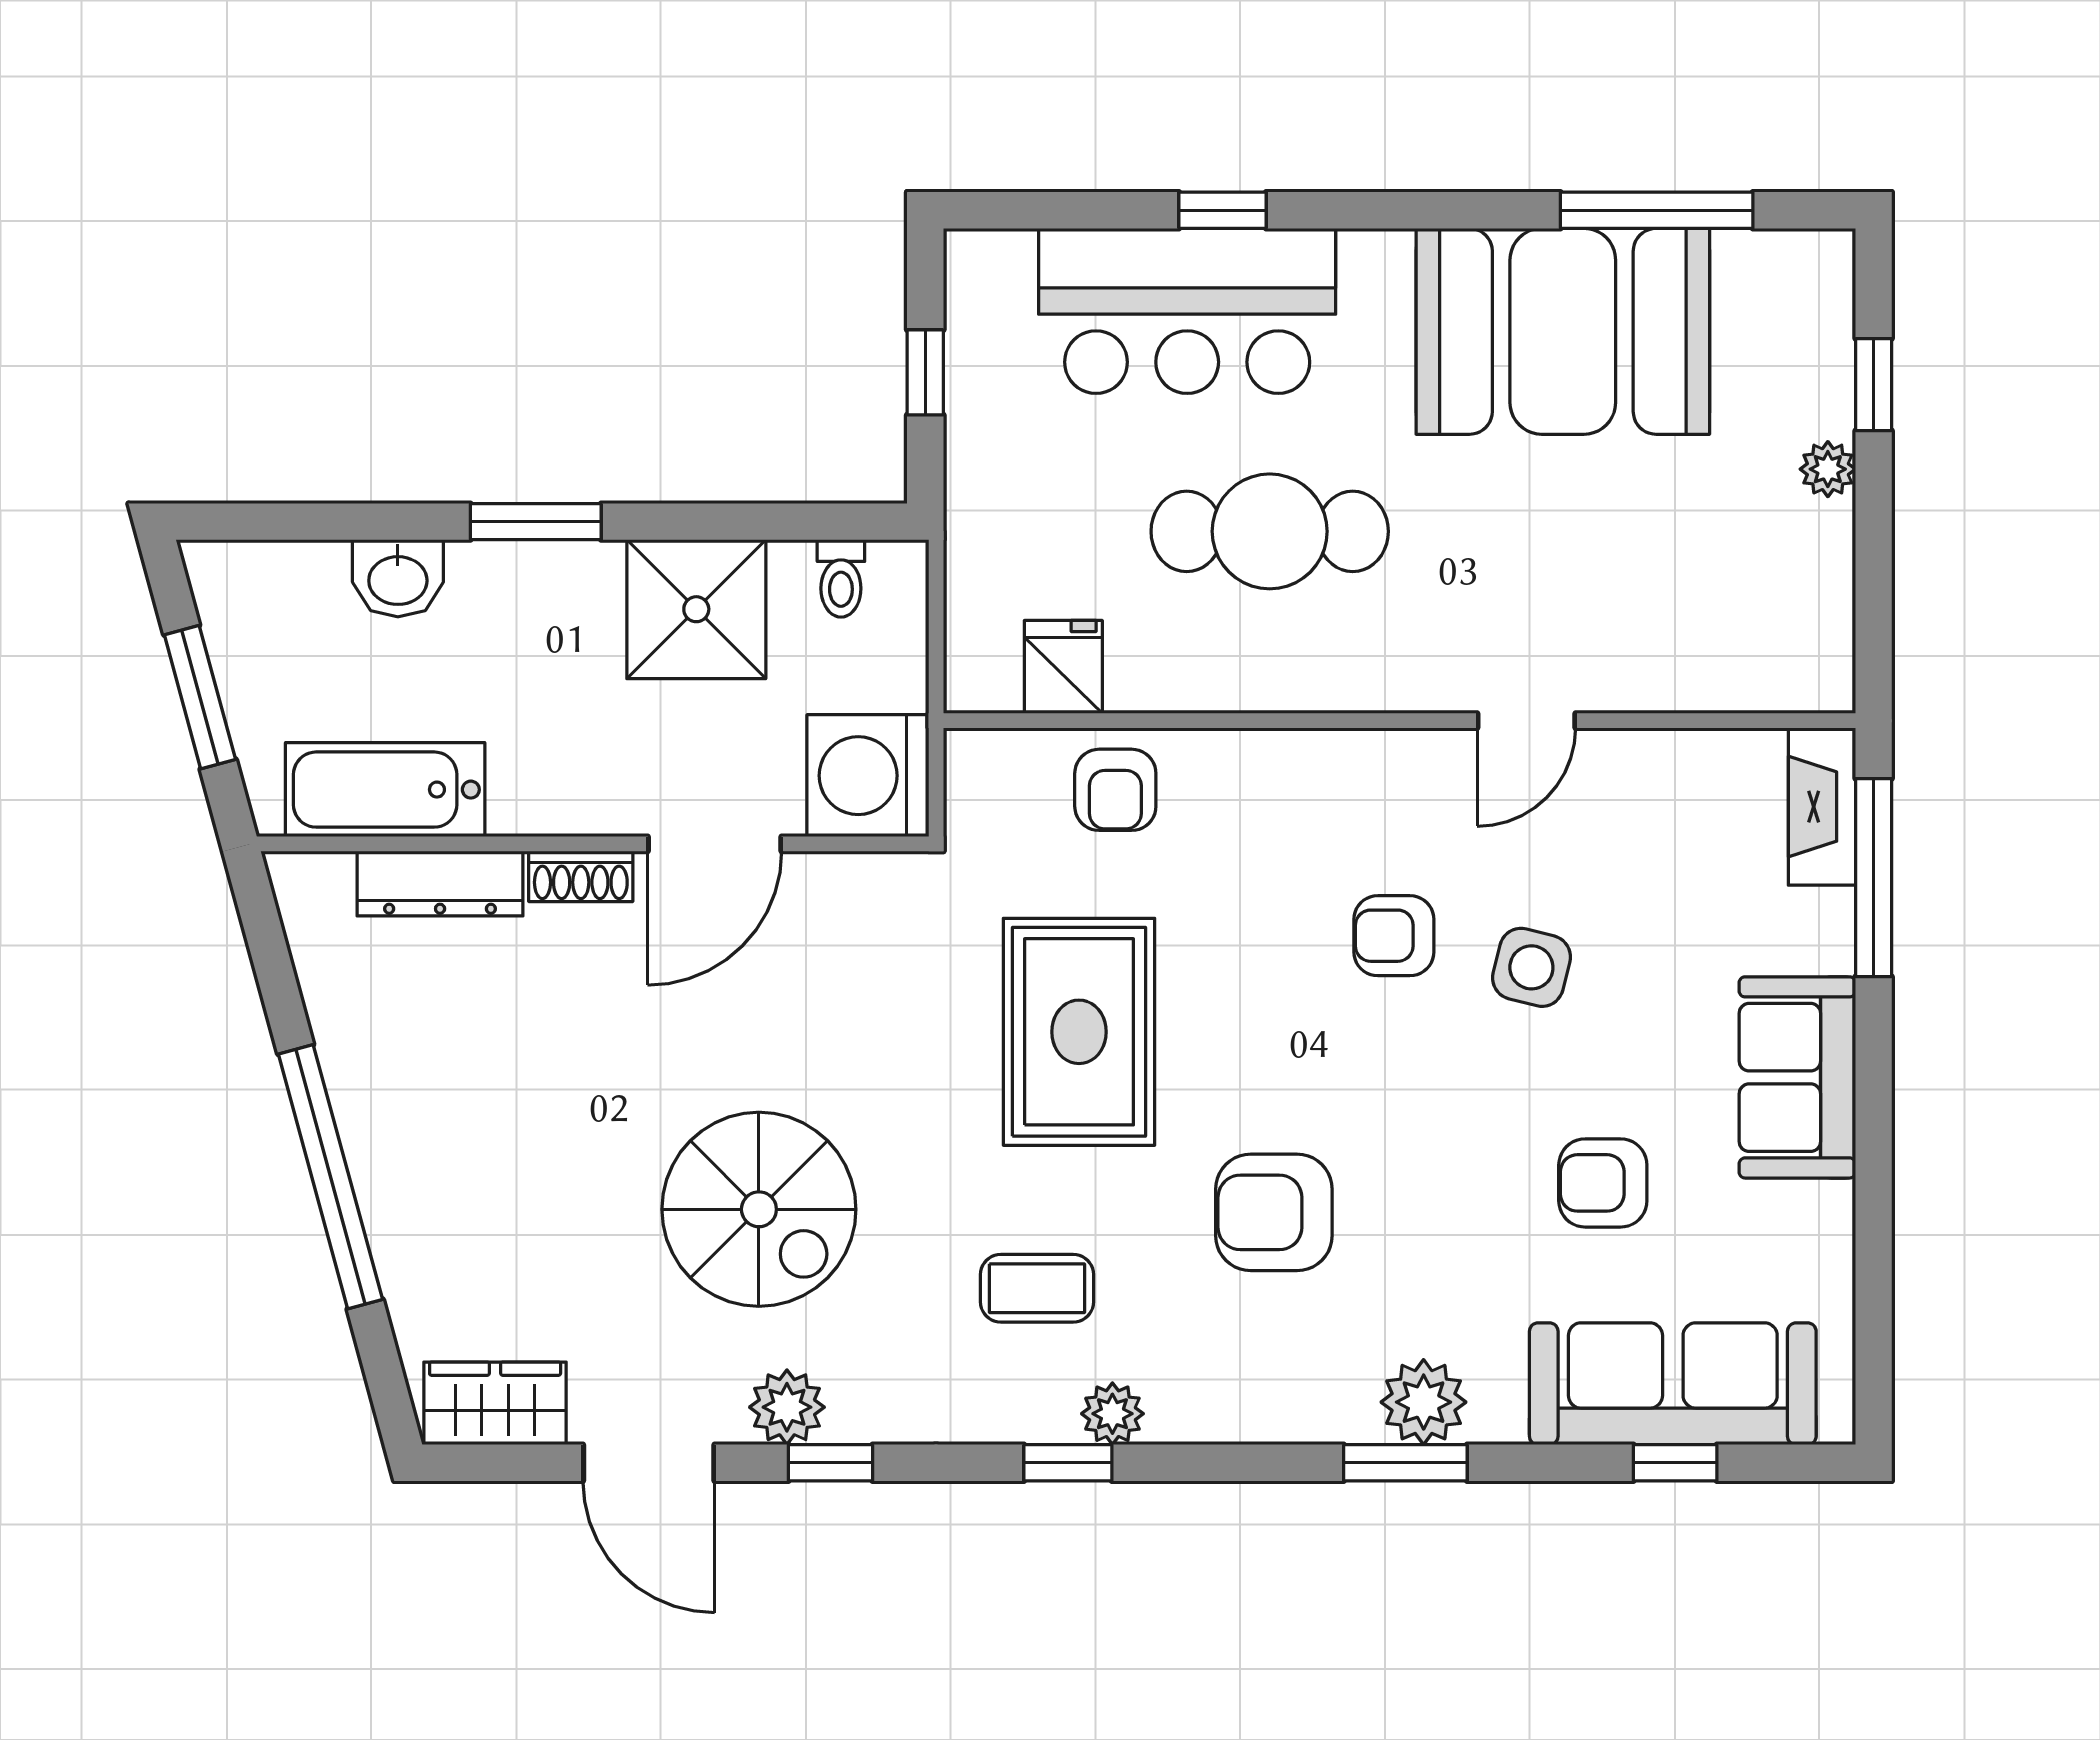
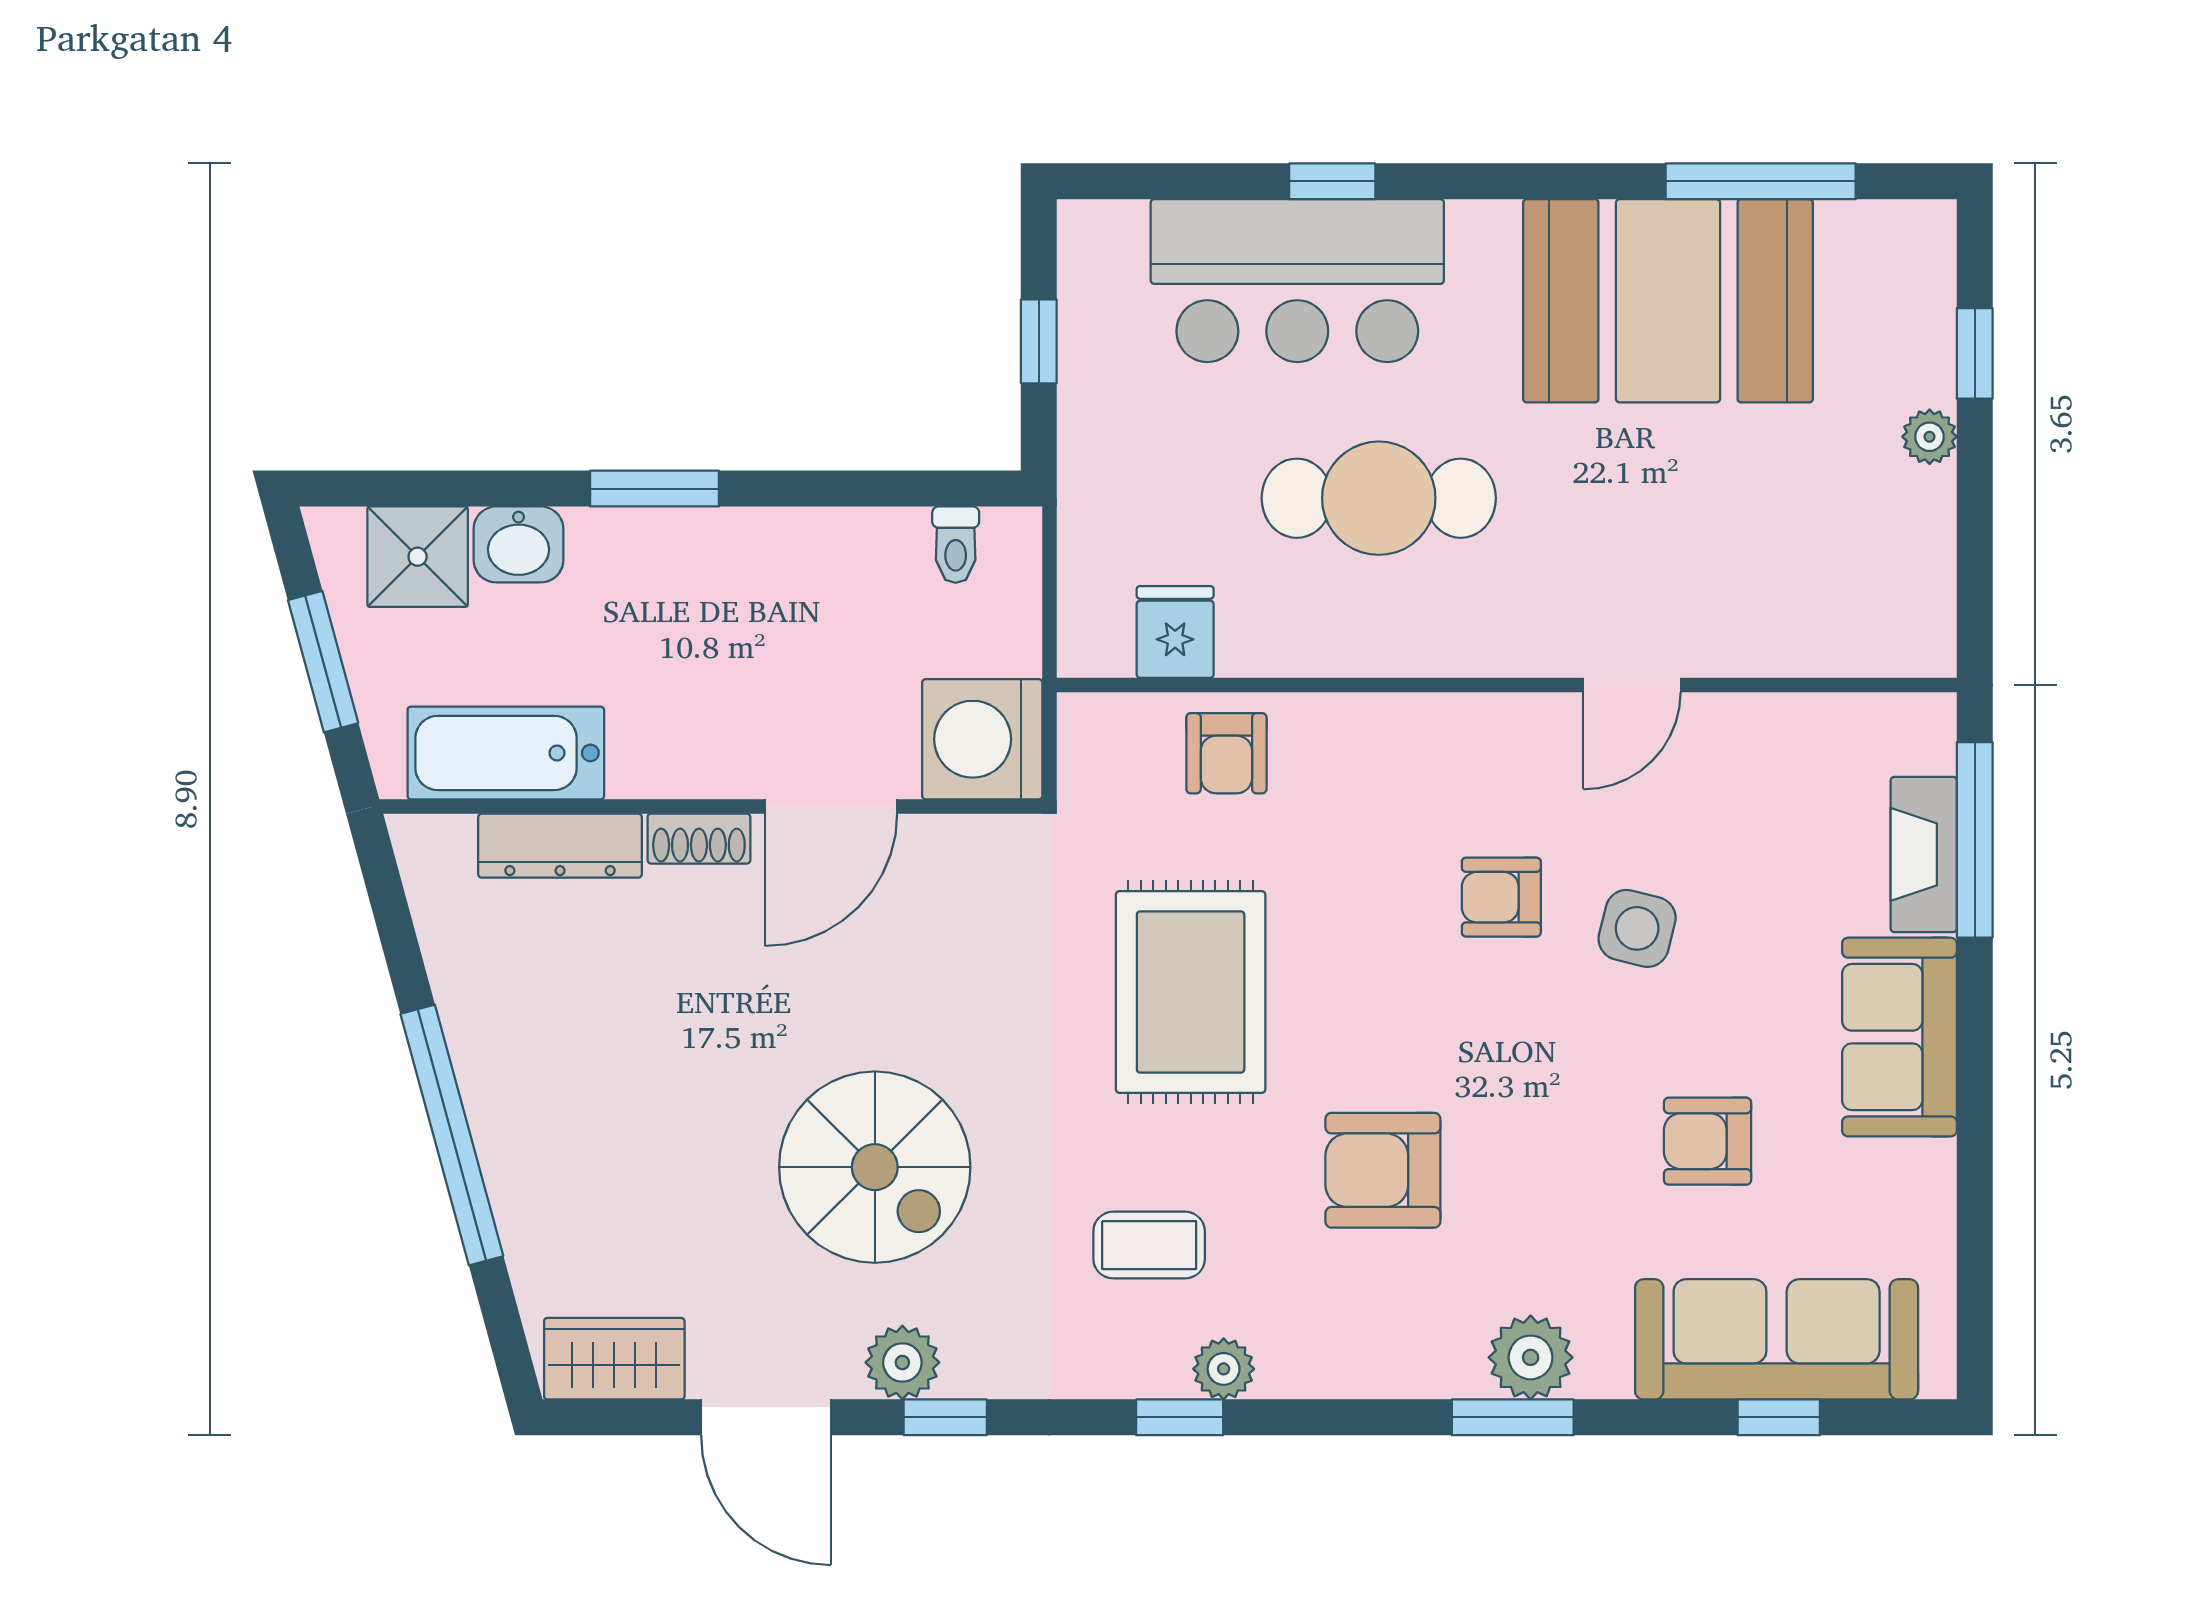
shower: (696, 609) -> (418, 557), moved, width x0.73, depth x0.73
fireplace: (1822, 807) -> (1924, 854), moved

